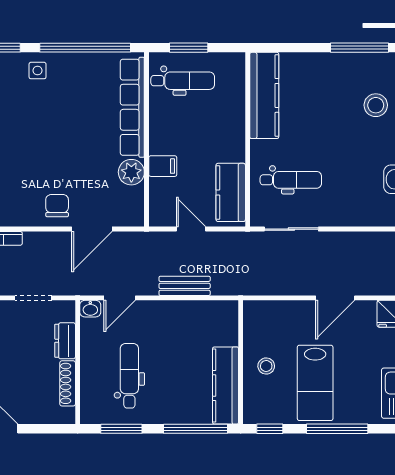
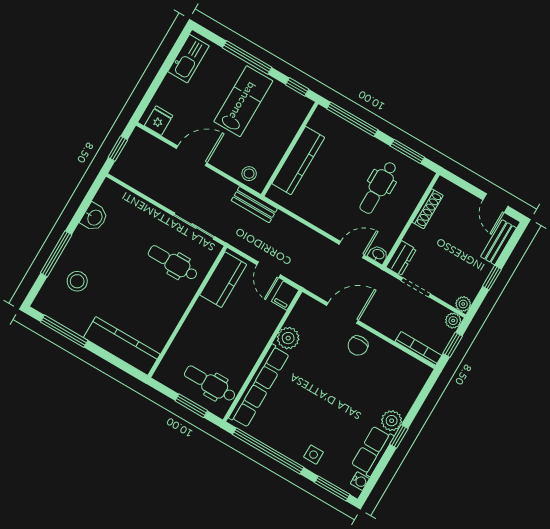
kitchen counter: (264, 95) -> (122, 346), moved, turned 90
filing cabinet: (163, 166) -> (285, 296), moved, turned -90
bench: (185, 286) -> (254, 205), moved
dresser: (65, 341) -> (401, 258), moved
stool: (266, 366) -> (249, 174), moved
kitchen counter: (225, 386) -> (298, 160), moved

